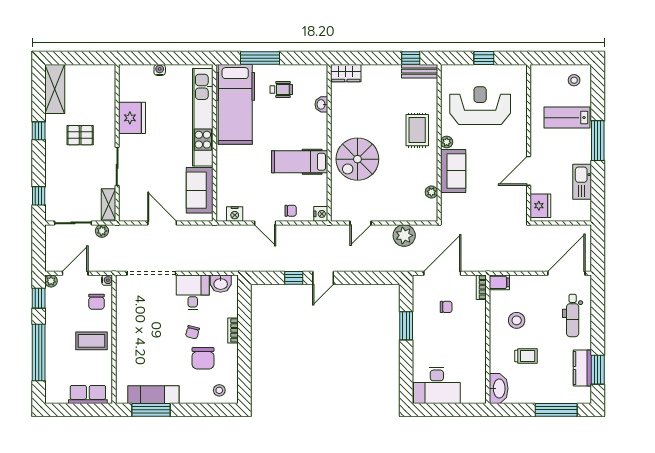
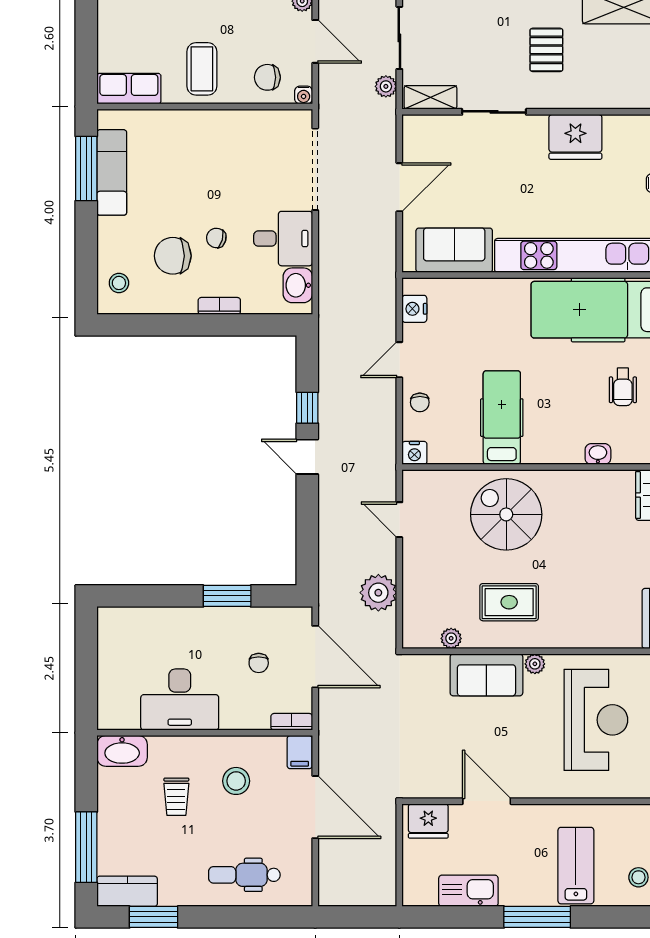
rug: (417, 130) -> (509, 602), moved
door: (566, 273) -> (315, 807), moved
kitchen counter: (582, 368) -> (127, 891), moved
desk: (437, 385) -> (180, 700), moved, turned -90
row of seats: (88, 394) -> (129, 89), moved, turned -90

